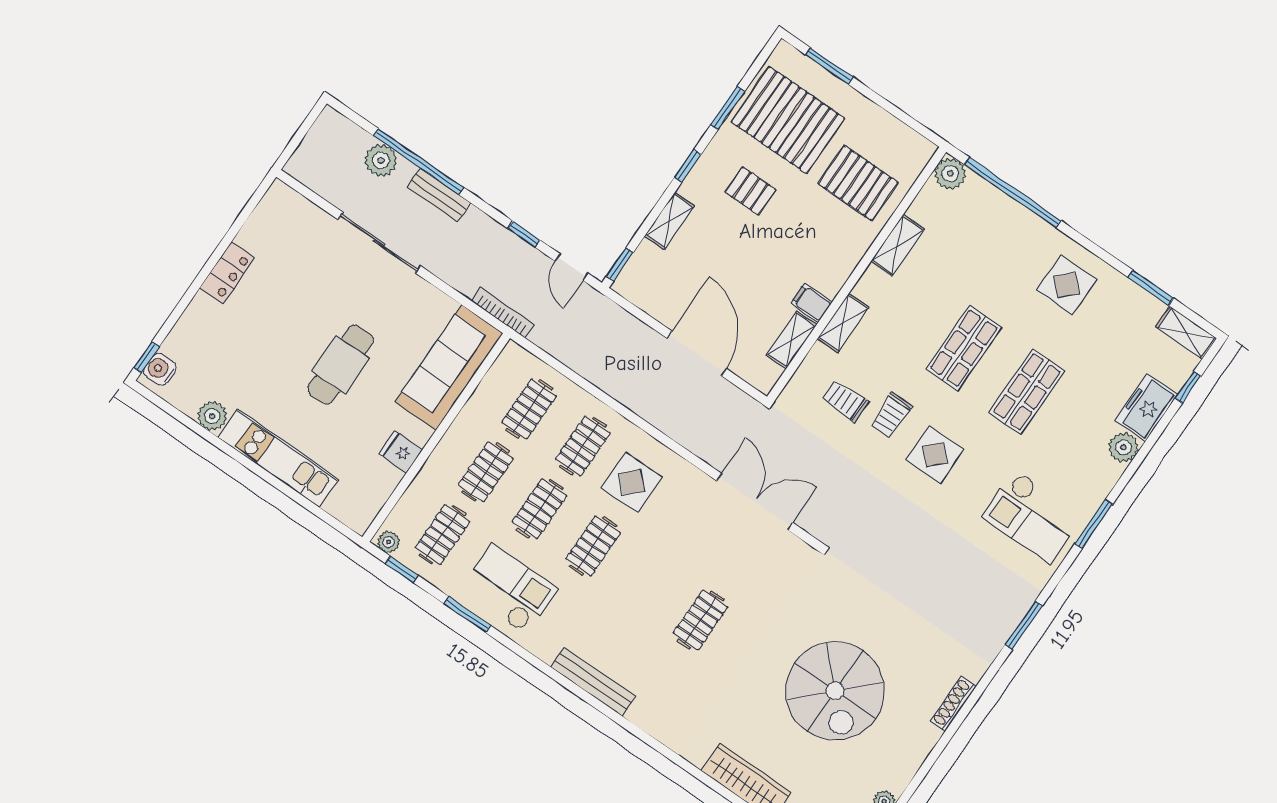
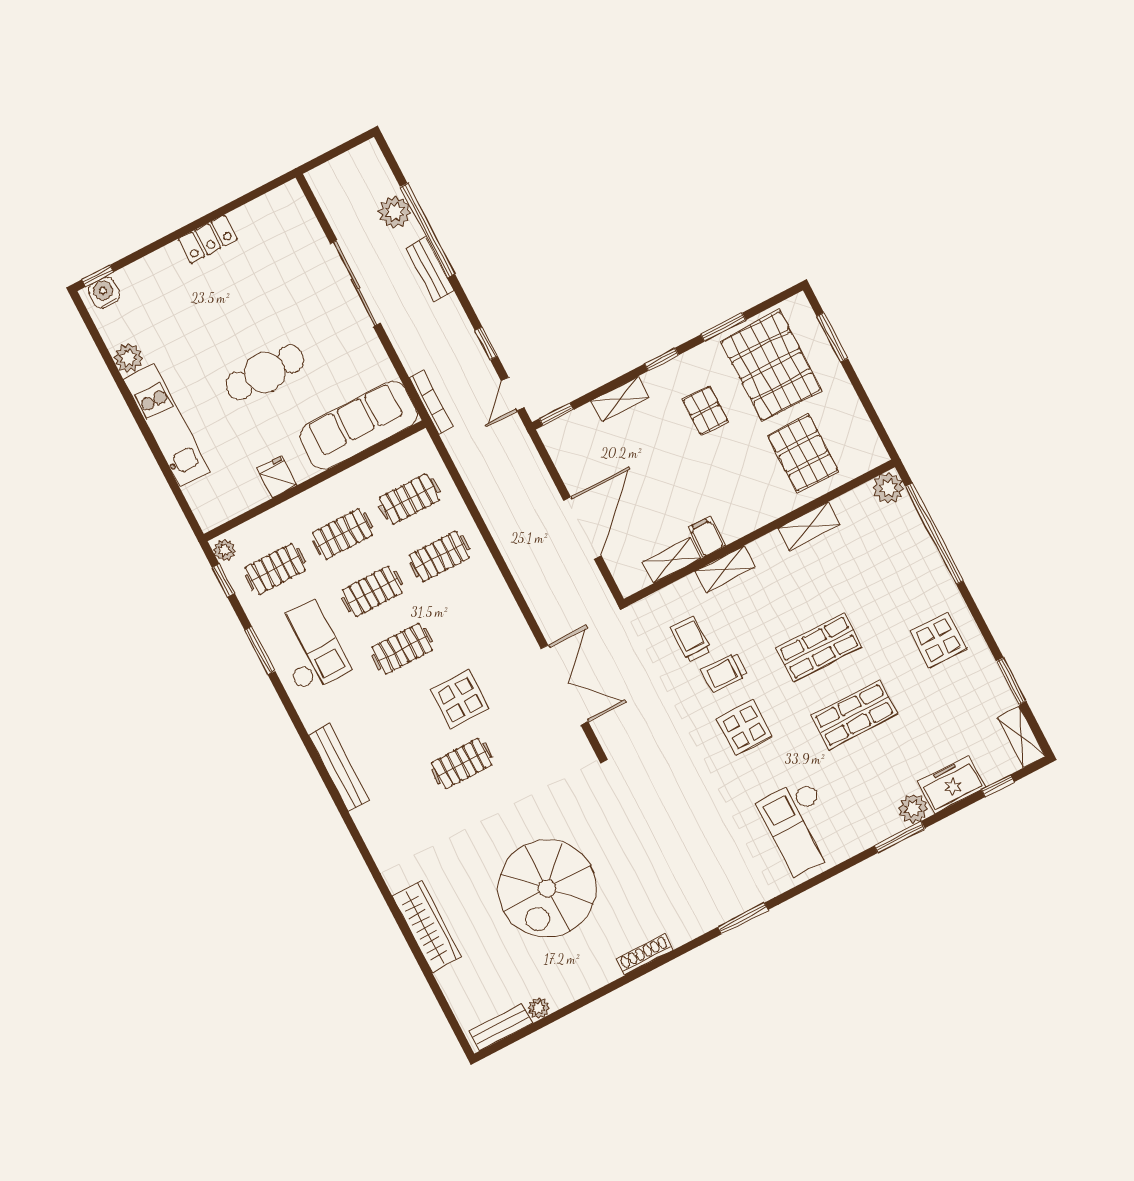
display table: (632, 482) -> (460, 699), moved
window: (1094, 524) -> (899, 837), moved

